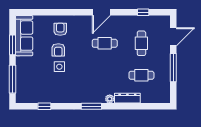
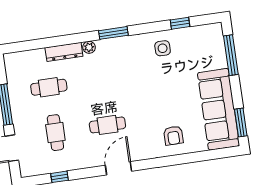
sofa: (24, 36) -> (218, 109), width x1.36, depth x1.27
window: (12, 45) -> (241, 122), moved
armchair: (58, 50) -> (172, 106), removed
side table: (59, 67) -> (163, 48), moved

